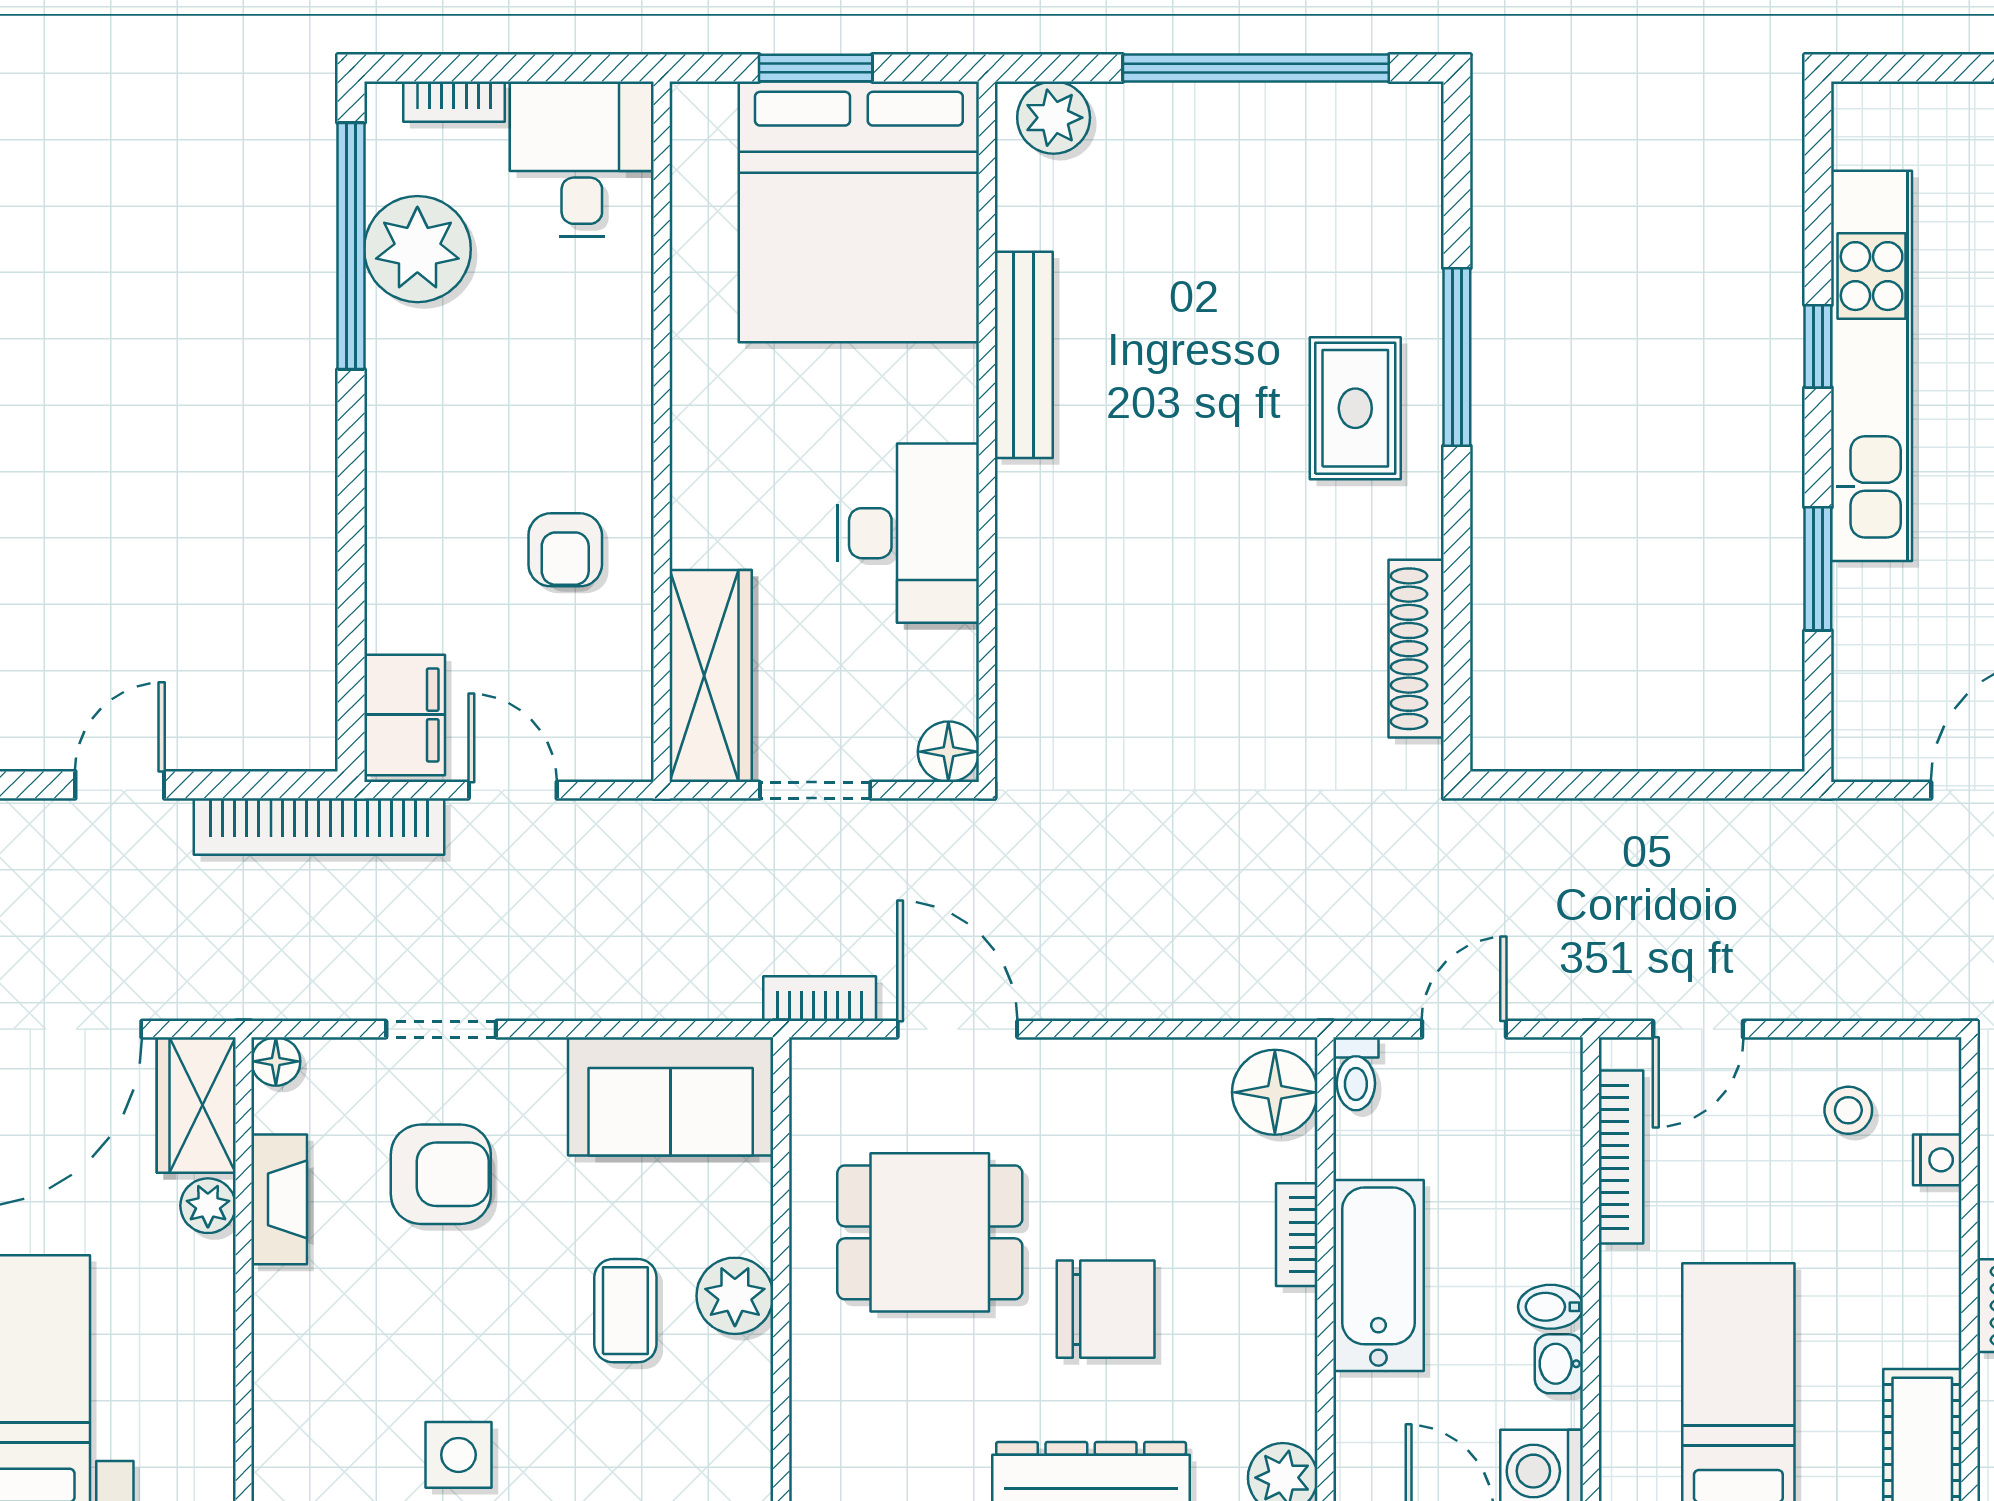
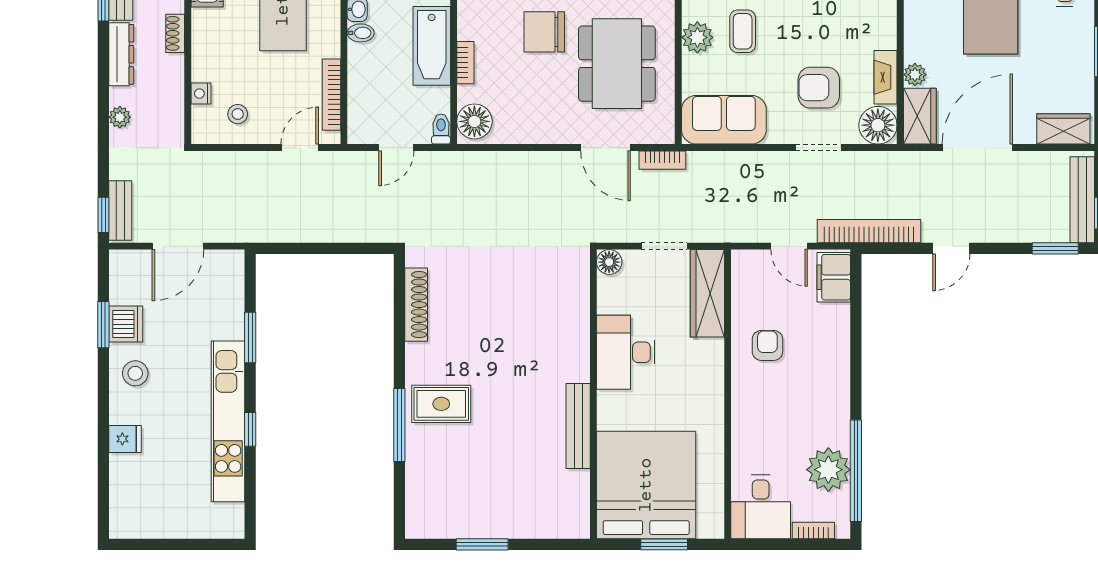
window: (1256, 68) -> (482, 544), width x0.47
plant: (1054, 118) -> (566, 524), removed
rug: (1355, 408) -> (441, 404), turned 90
floor lamp: (276, 1061) -> (878, 125), width x1.89, depth x1.89
dining table: (930, 1232) -> (617, 64), width x1.38

